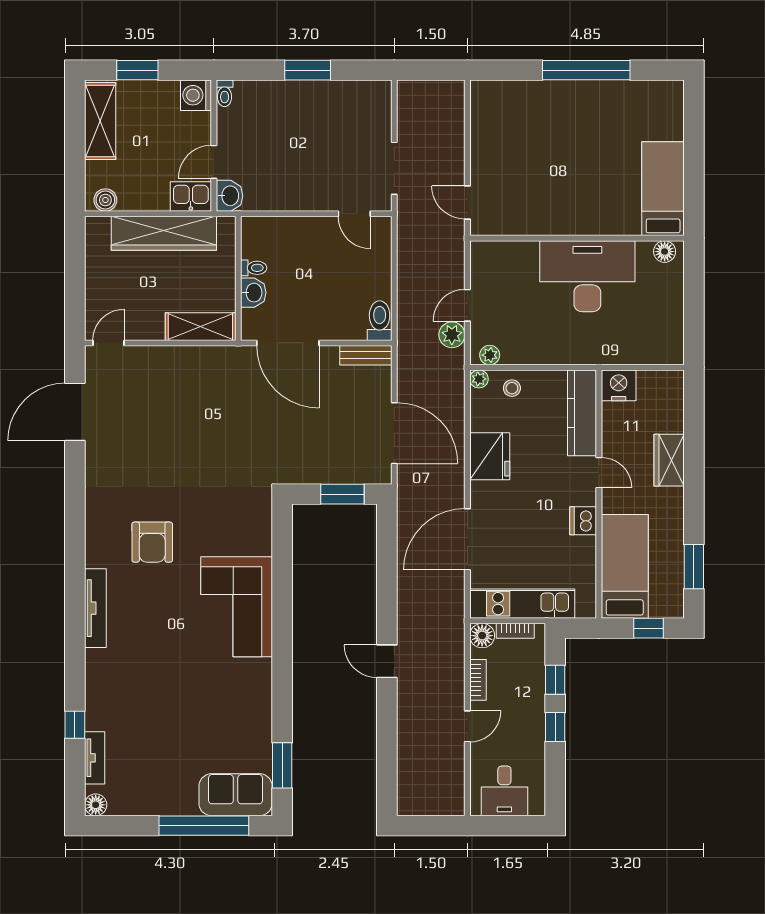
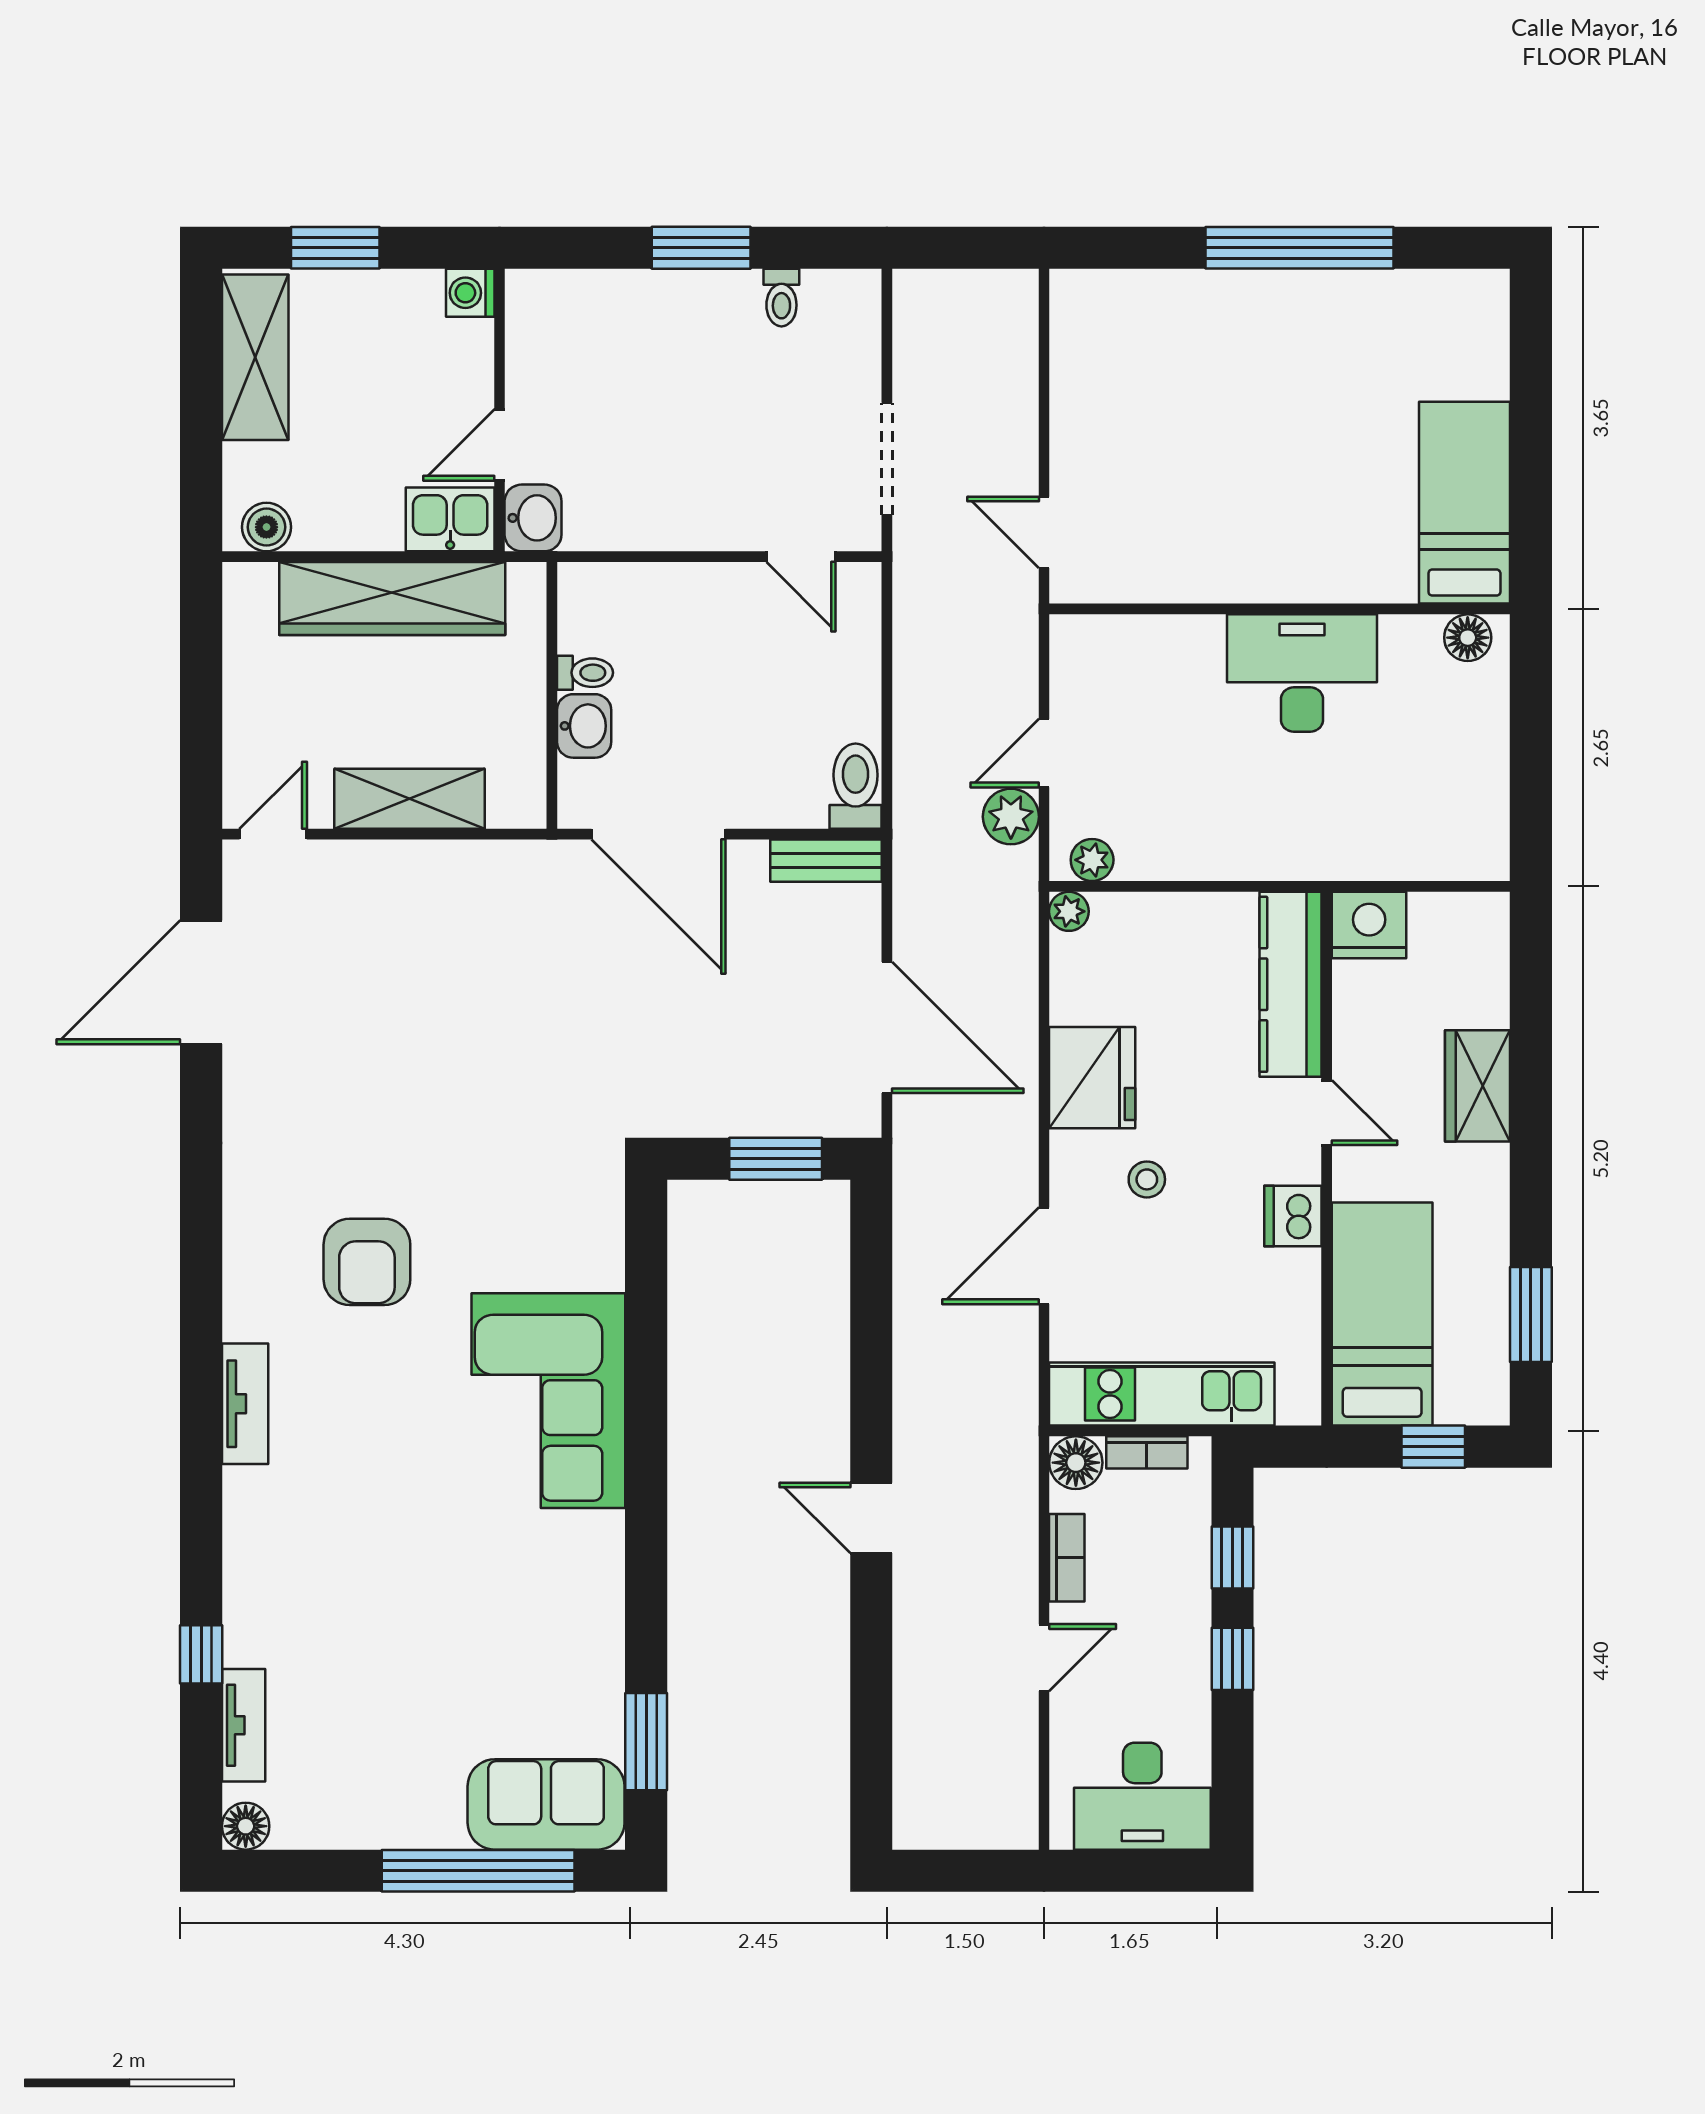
toilet: (225, 93) -> (781, 298), moved
washing machine: (196, 95) -> (470, 293), width x0.73, depth x0.73
desk: (587, 276) -> (1302, 673), width x0.73, depth x0.77
shelving: (200, 327) -> (409, 799), moved
stool: (512, 388) -> (1147, 1179), moved
door: (467, 539) -> (1044, 1256), width x0.73
tv unit: (95, 608) -> (245, 1404), width x0.71
desk: (504, 791) -> (1142, 1796), width x1.37

